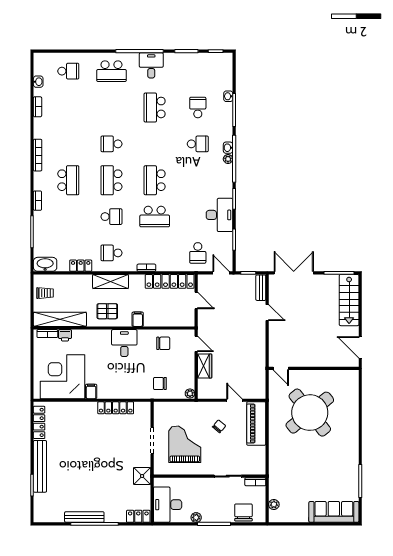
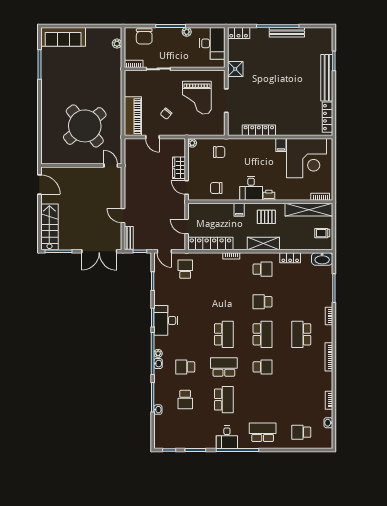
desk: (219, 215) -> (166, 320), moved
school desk: (155, 217) -> (224, 367), moved
printer: (65, 335) -> (269, 195), moved

